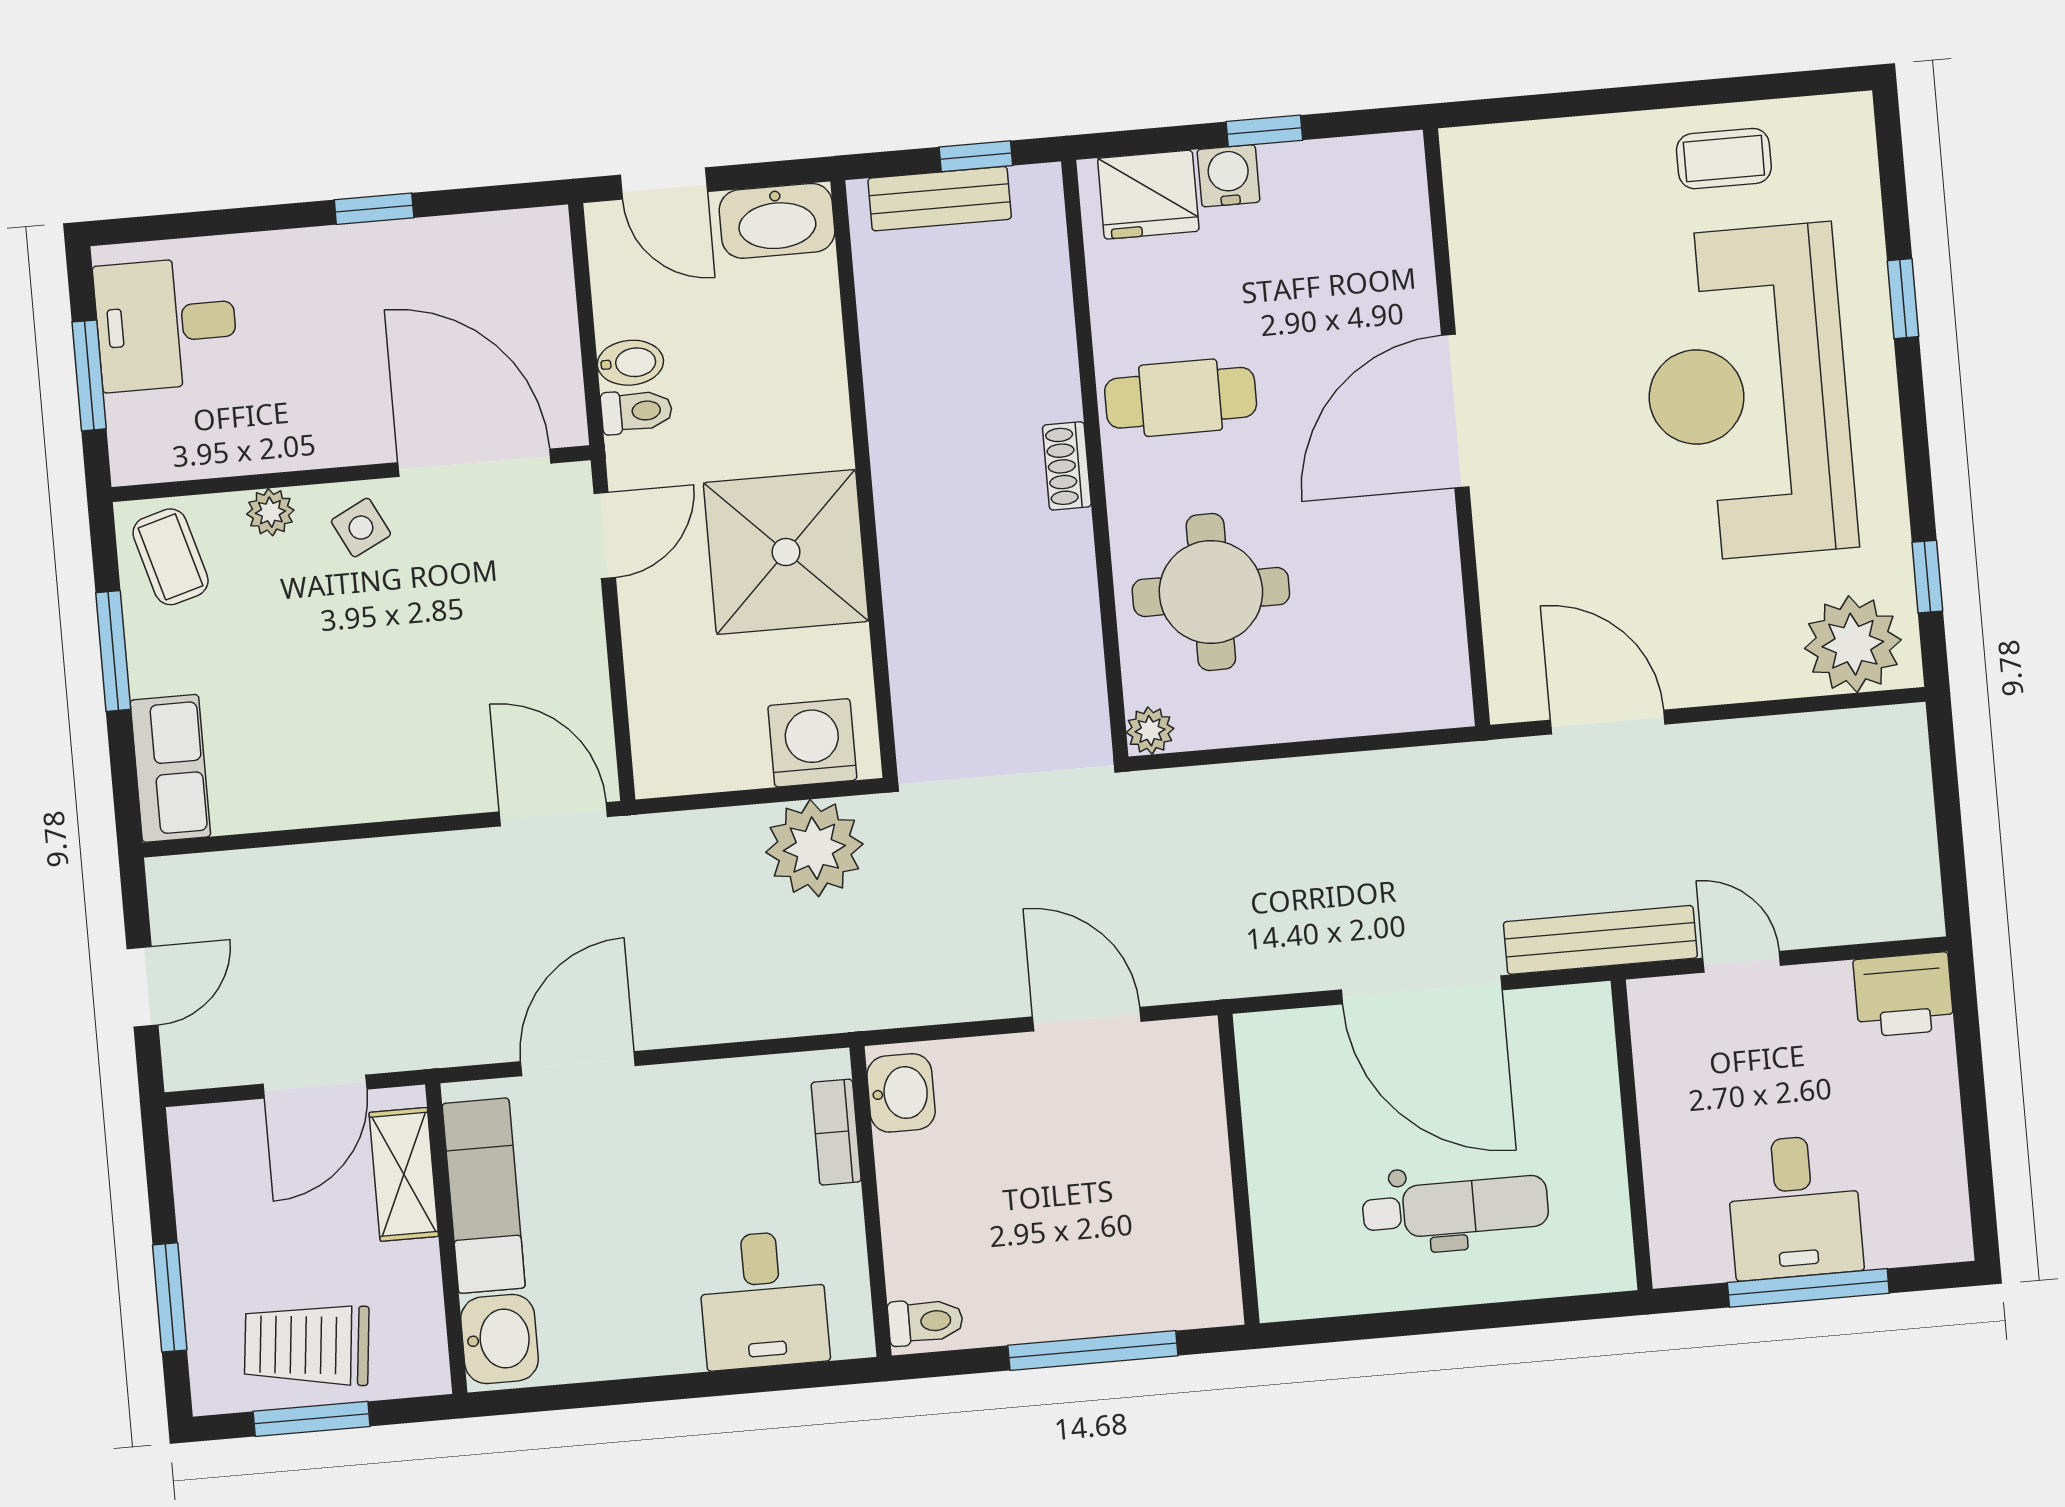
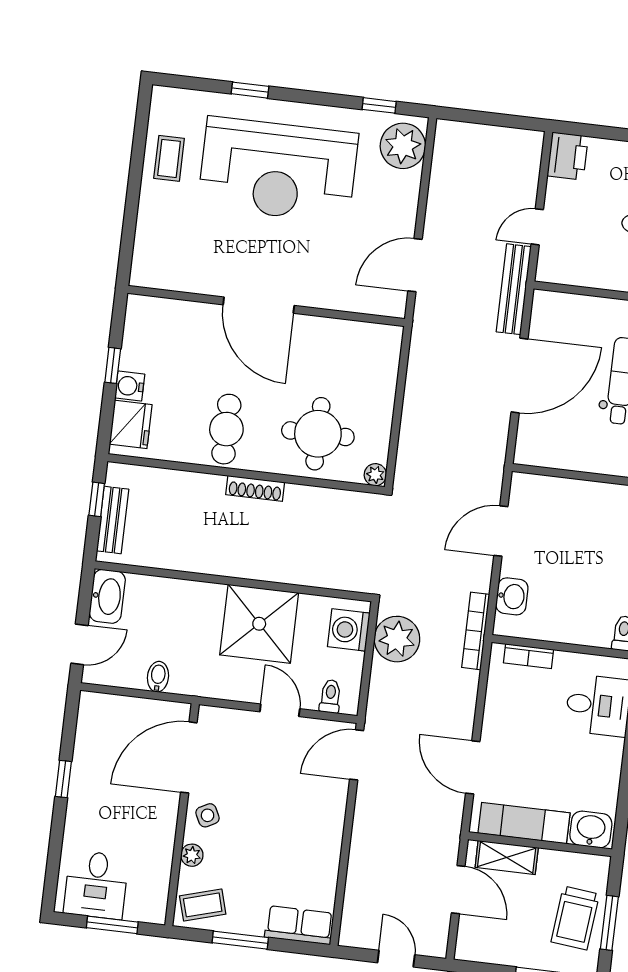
toilet: (637, 411) -> (330, 696), moved
shoe rack: (1067, 466) -> (255, 488), width x1.43
door: (605, 535) -> (280, 710), moved
bookcase: (866, 1010) -> (476, 631), added
washbasin: (901, 1093) -> (512, 596), moved, turned 90

